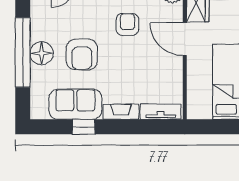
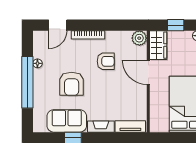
armchair: (127, 24) -> (106, 61), turned 90
floor lamp: (42, 53) -> (37, 63), moved, width x0.53, depth x0.53

